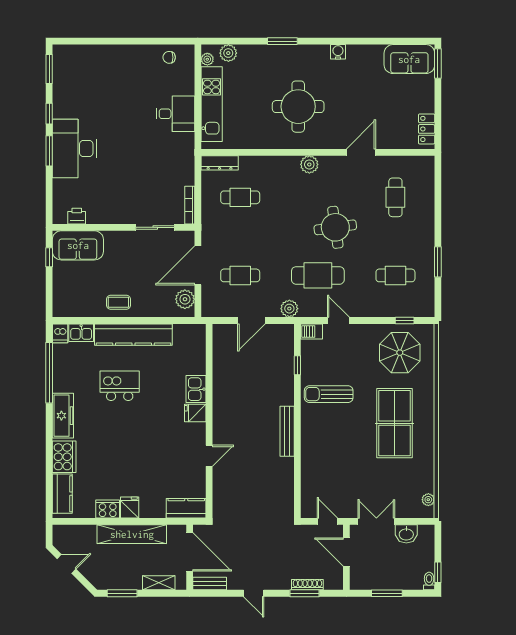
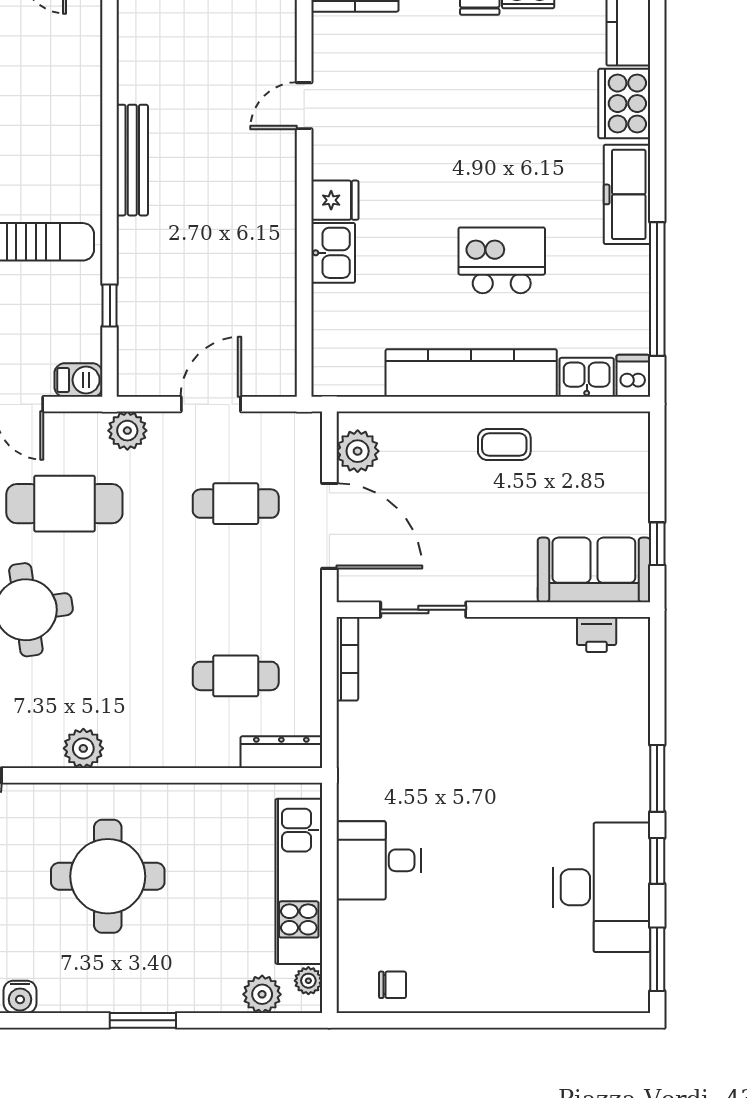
desk: (74, 149) -> (602, 887), moved
door: (198, 265) -> (329, 526), hinge flipped
kitchen island: (120, 386) -> (502, 260), turned 180

